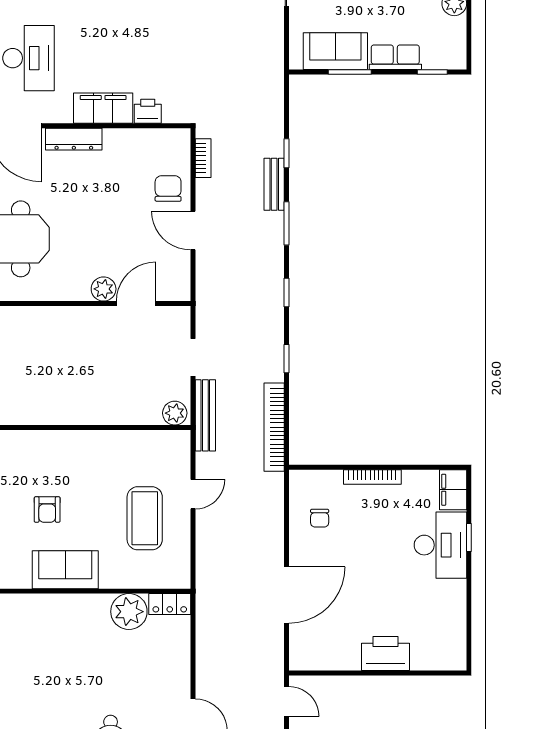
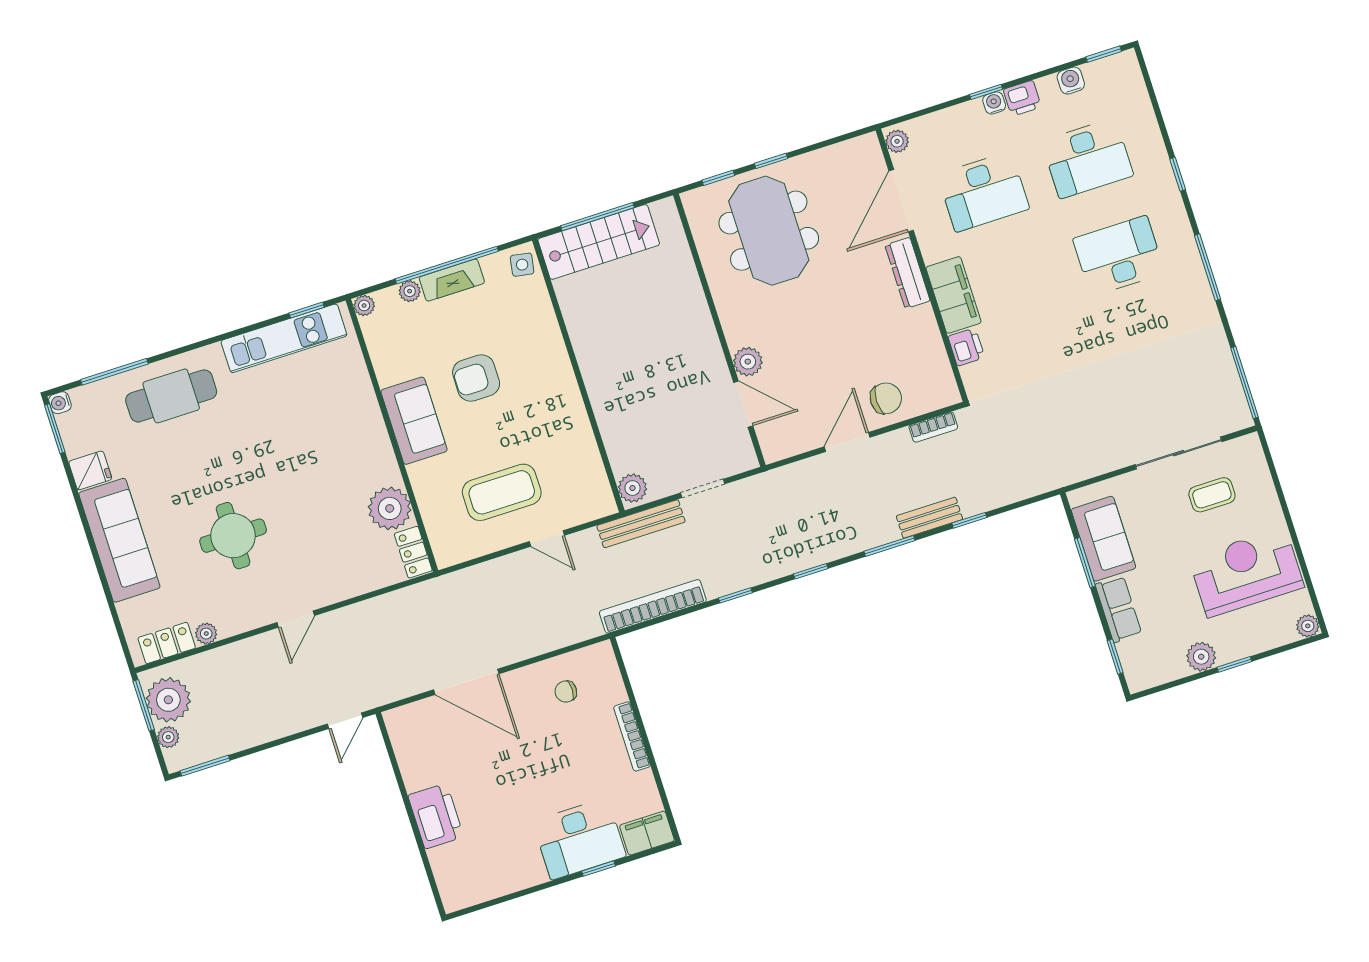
armchair: (47, 509) -> (476, 378), width x1.38, depth x1.38

